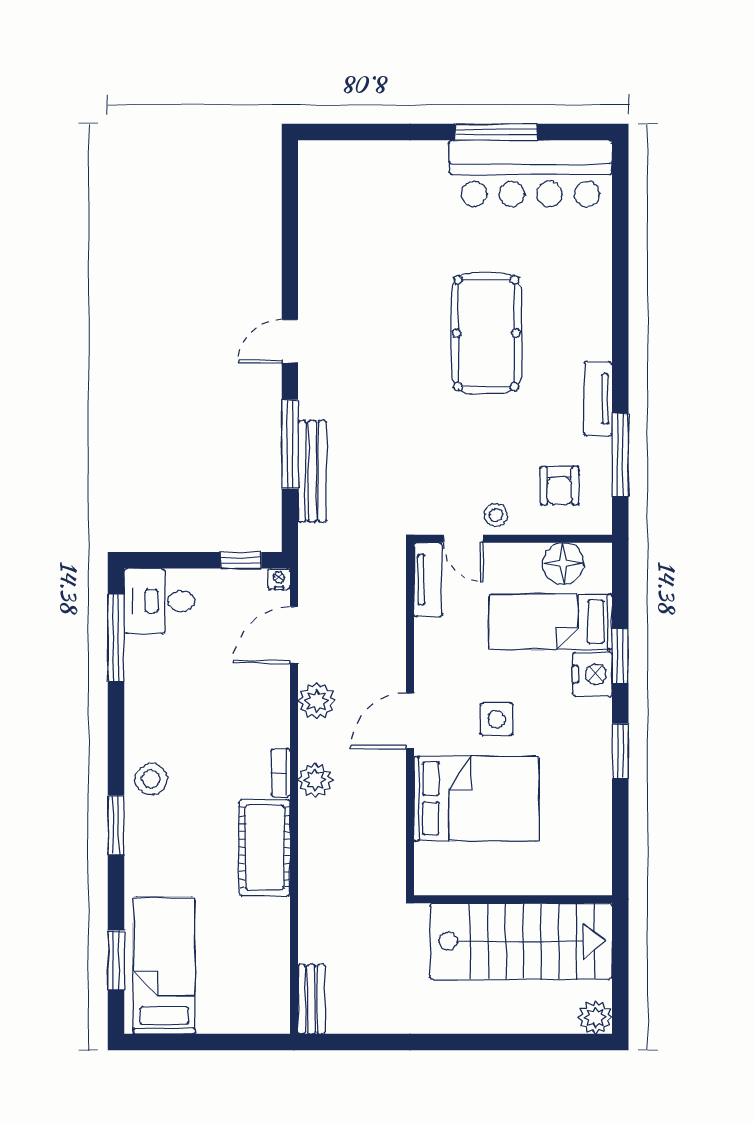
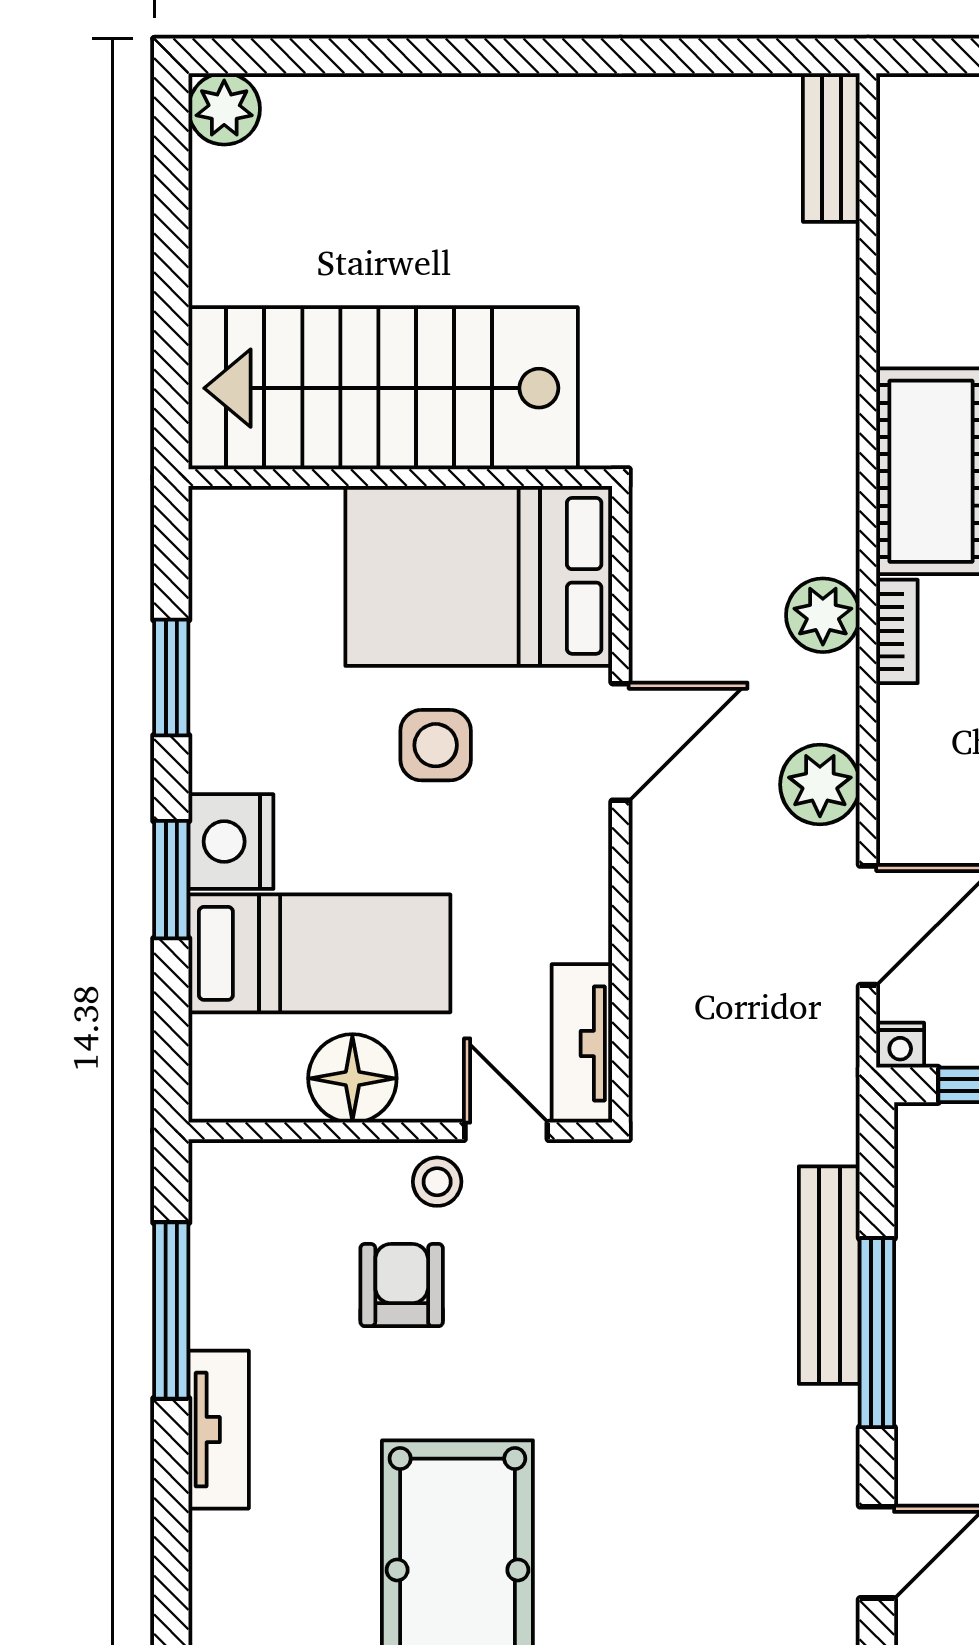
armchair: (560, 486) -> (402, 1285), moved
floor lamp: (563, 563) -> (352, 1078), moved
wall: (513, 899) -> (400, 478), moved
stairs: (521, 941) -> (383, 388), moved

